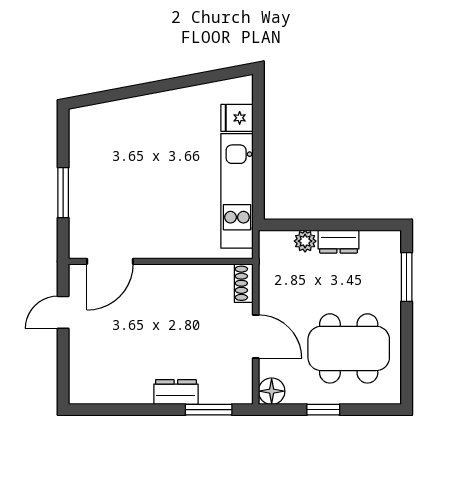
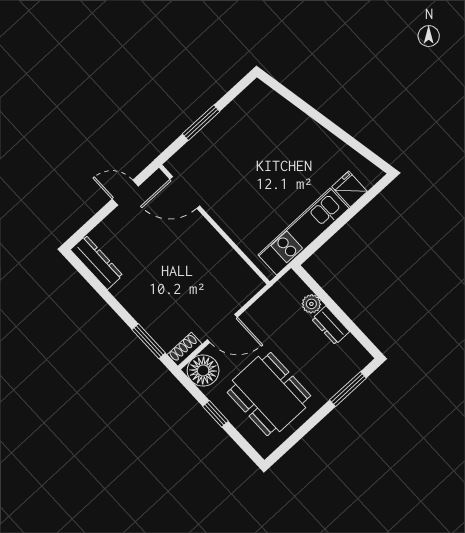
shoe rack: (244, 283) -> (185, 349), moved
door: (256, 337) -> (222, 328), hinge flipped
floor lamp: (272, 391) -> (203, 371), width x1.38, depth x1.38
dresser: (176, 392) -> (97, 262), moved, width x1.44

